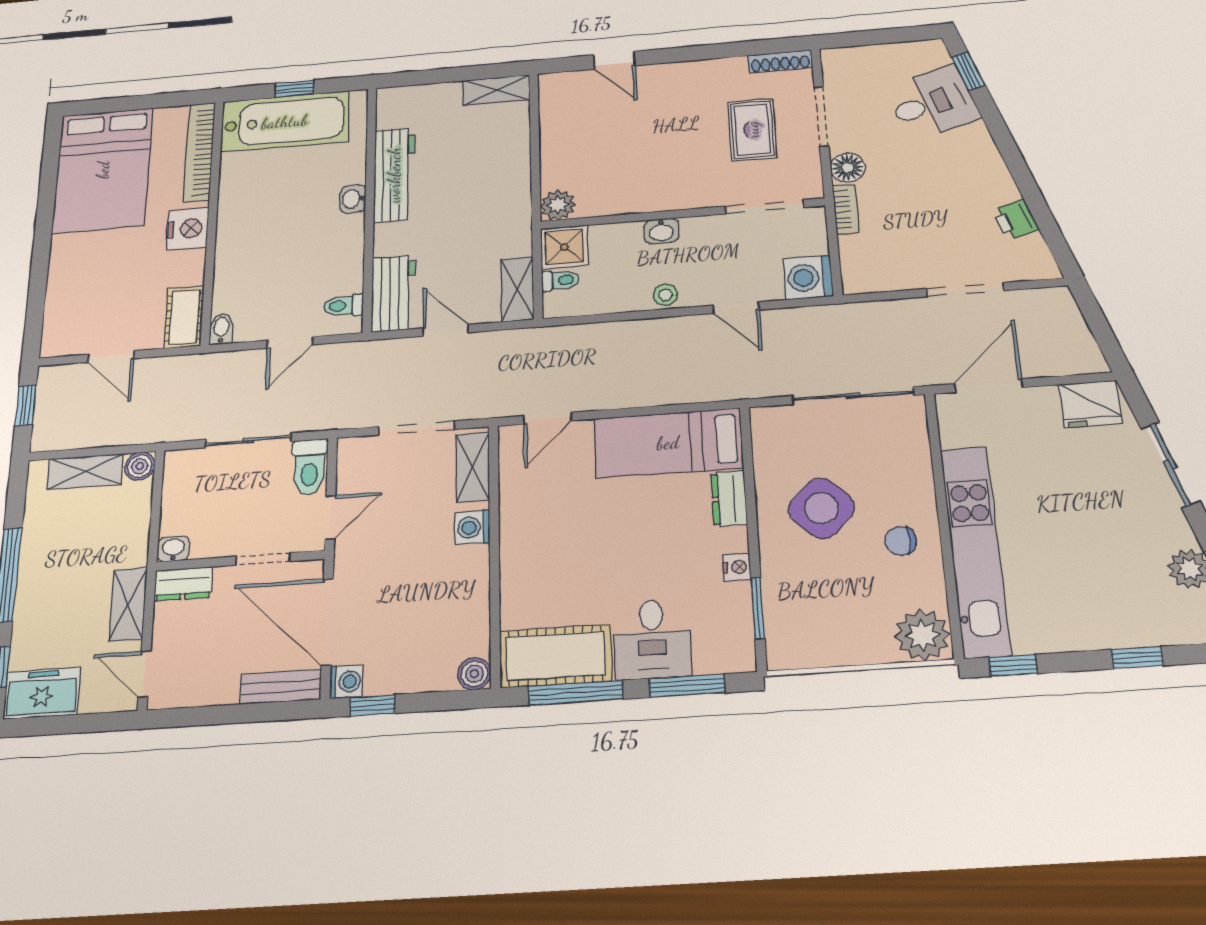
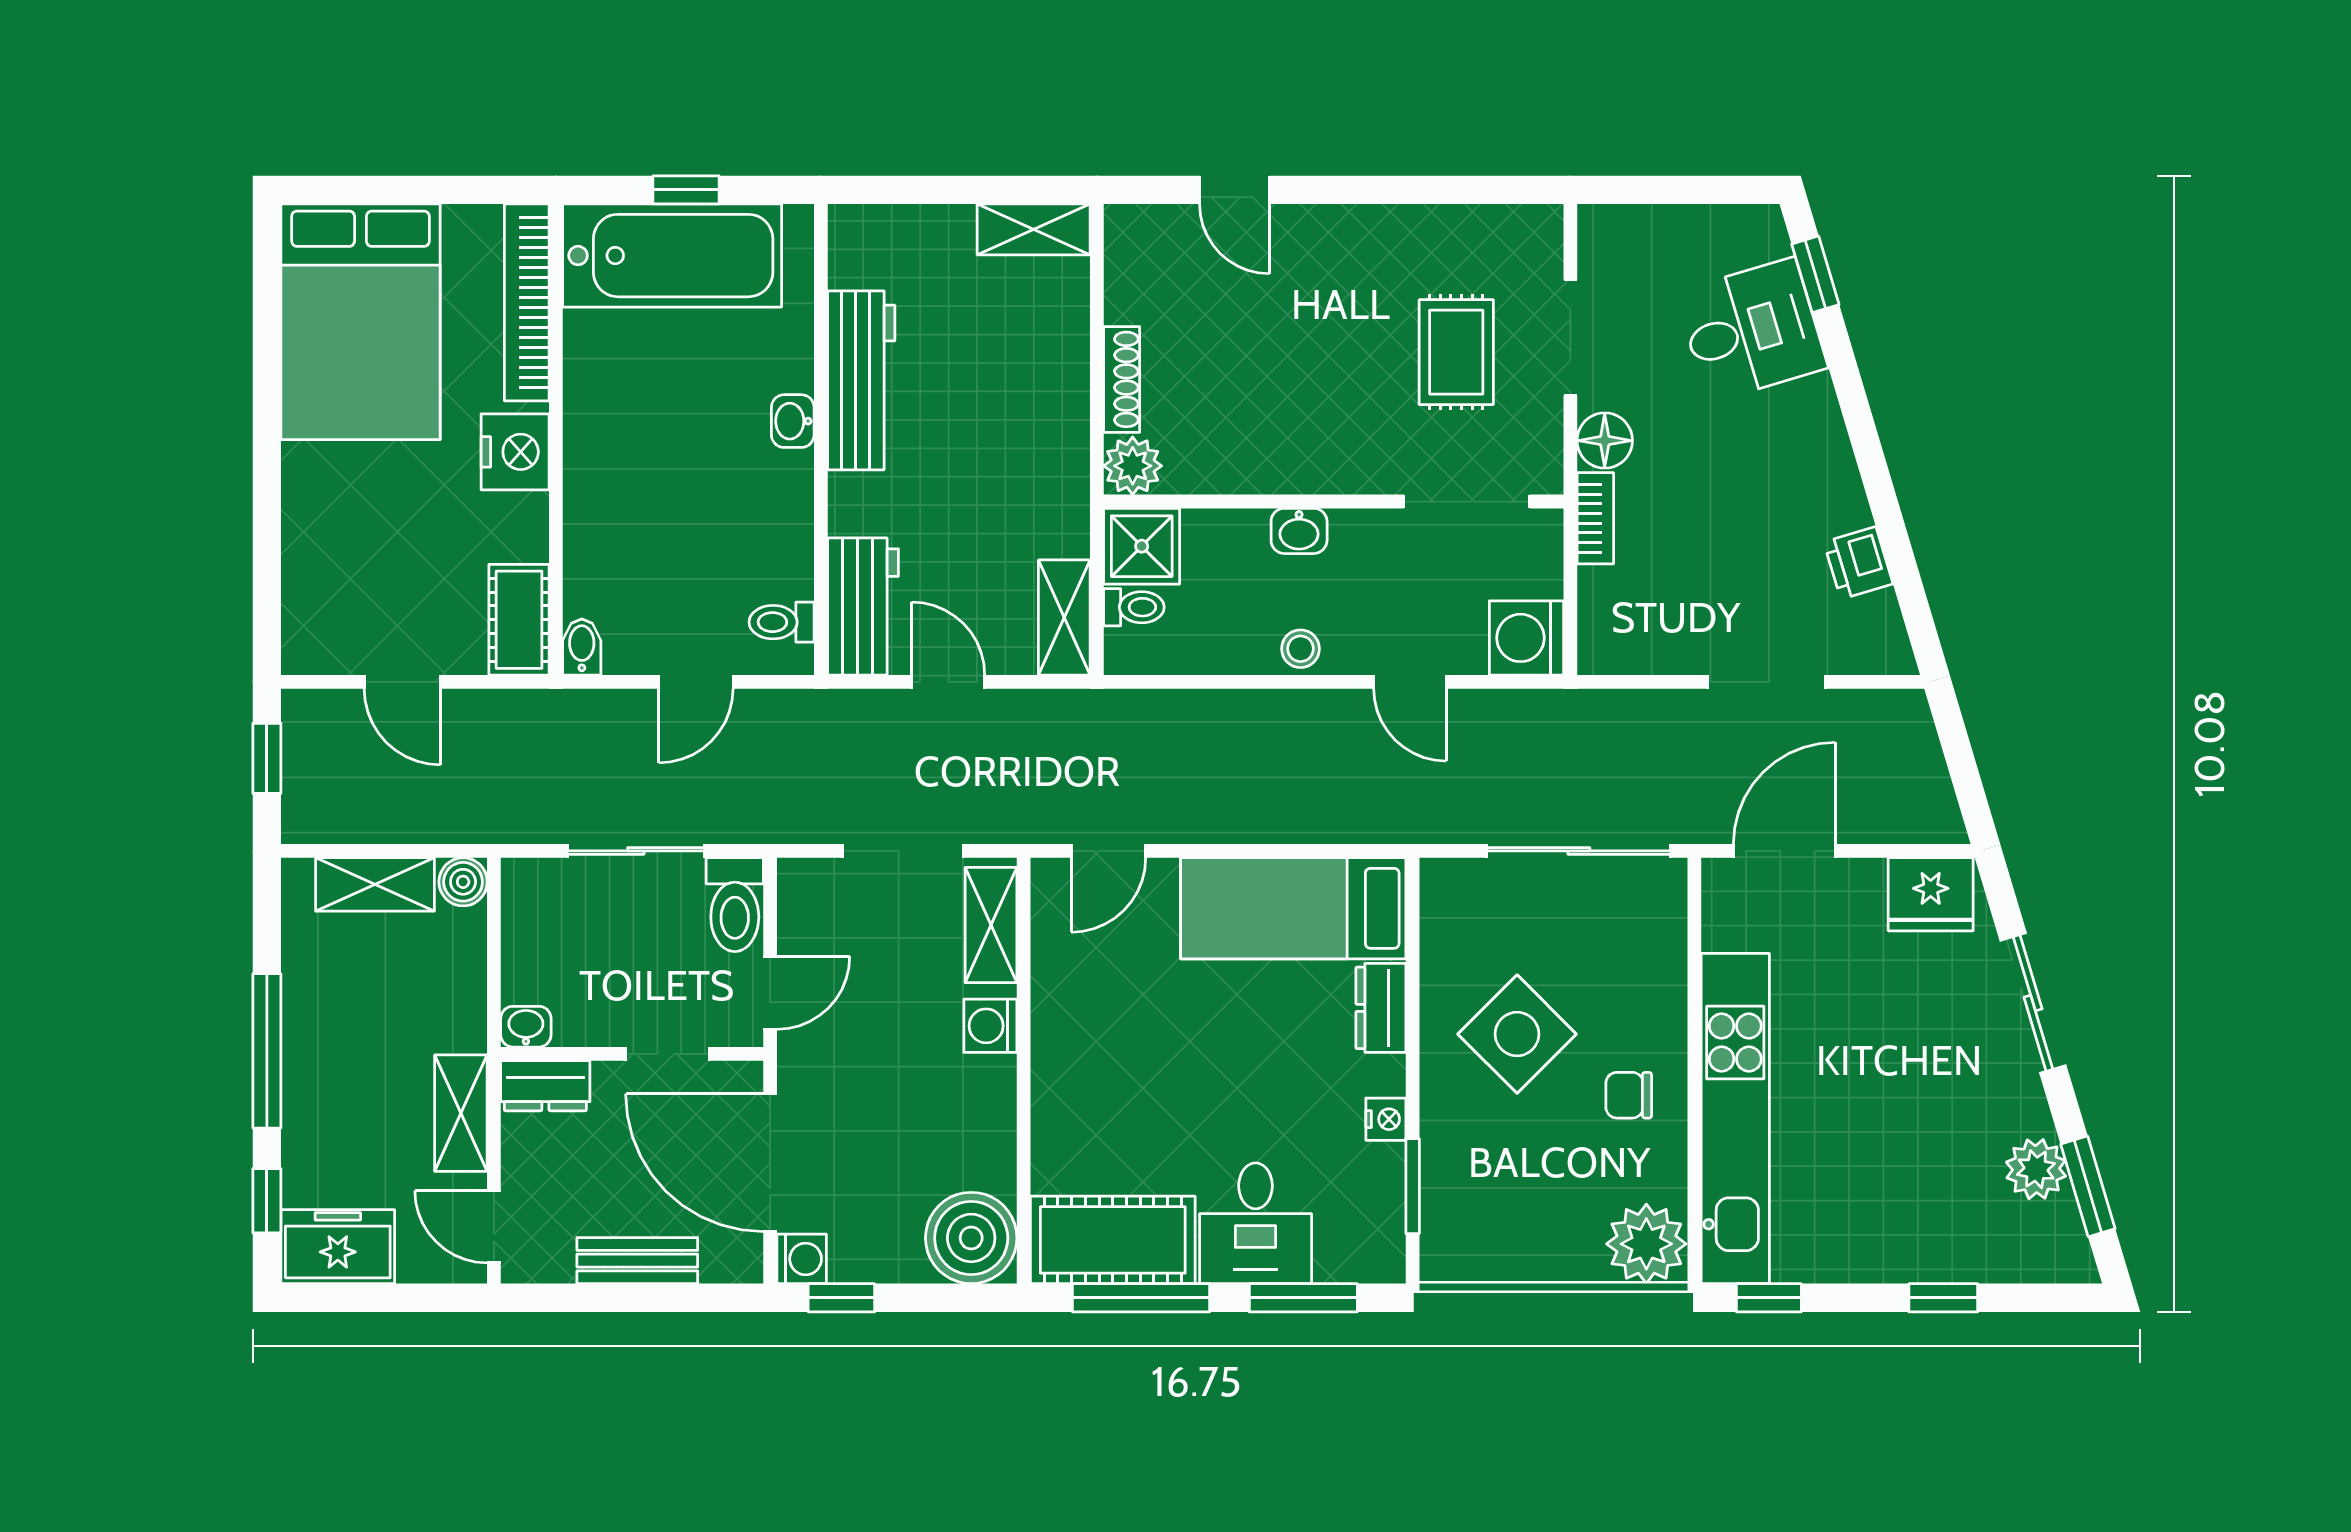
shoe rack: (780, 61) -> (1122, 379), moved, turned -90
boiler: (474, 674) -> (971, 1238), width x1.86, depth x1.86
bench: (281, 687) -> (637, 1261), moved

